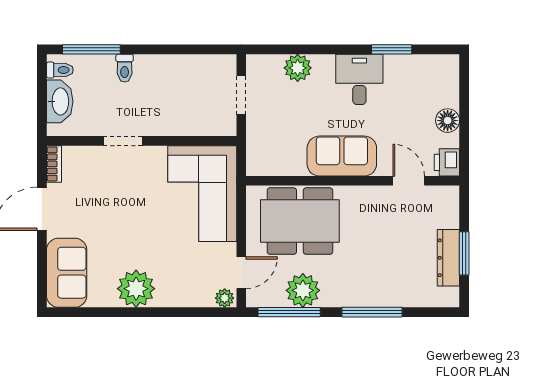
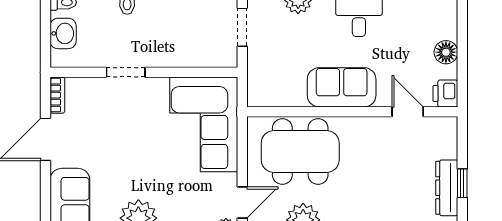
washbasin: (60, 101) -> (63, 33), width x0.72
window: (464, 253) -> (462, 183), width x0.67

